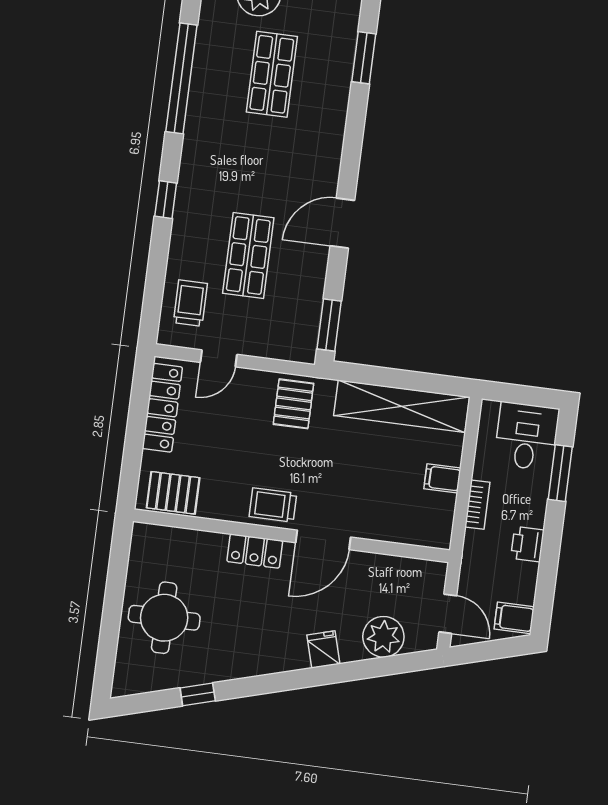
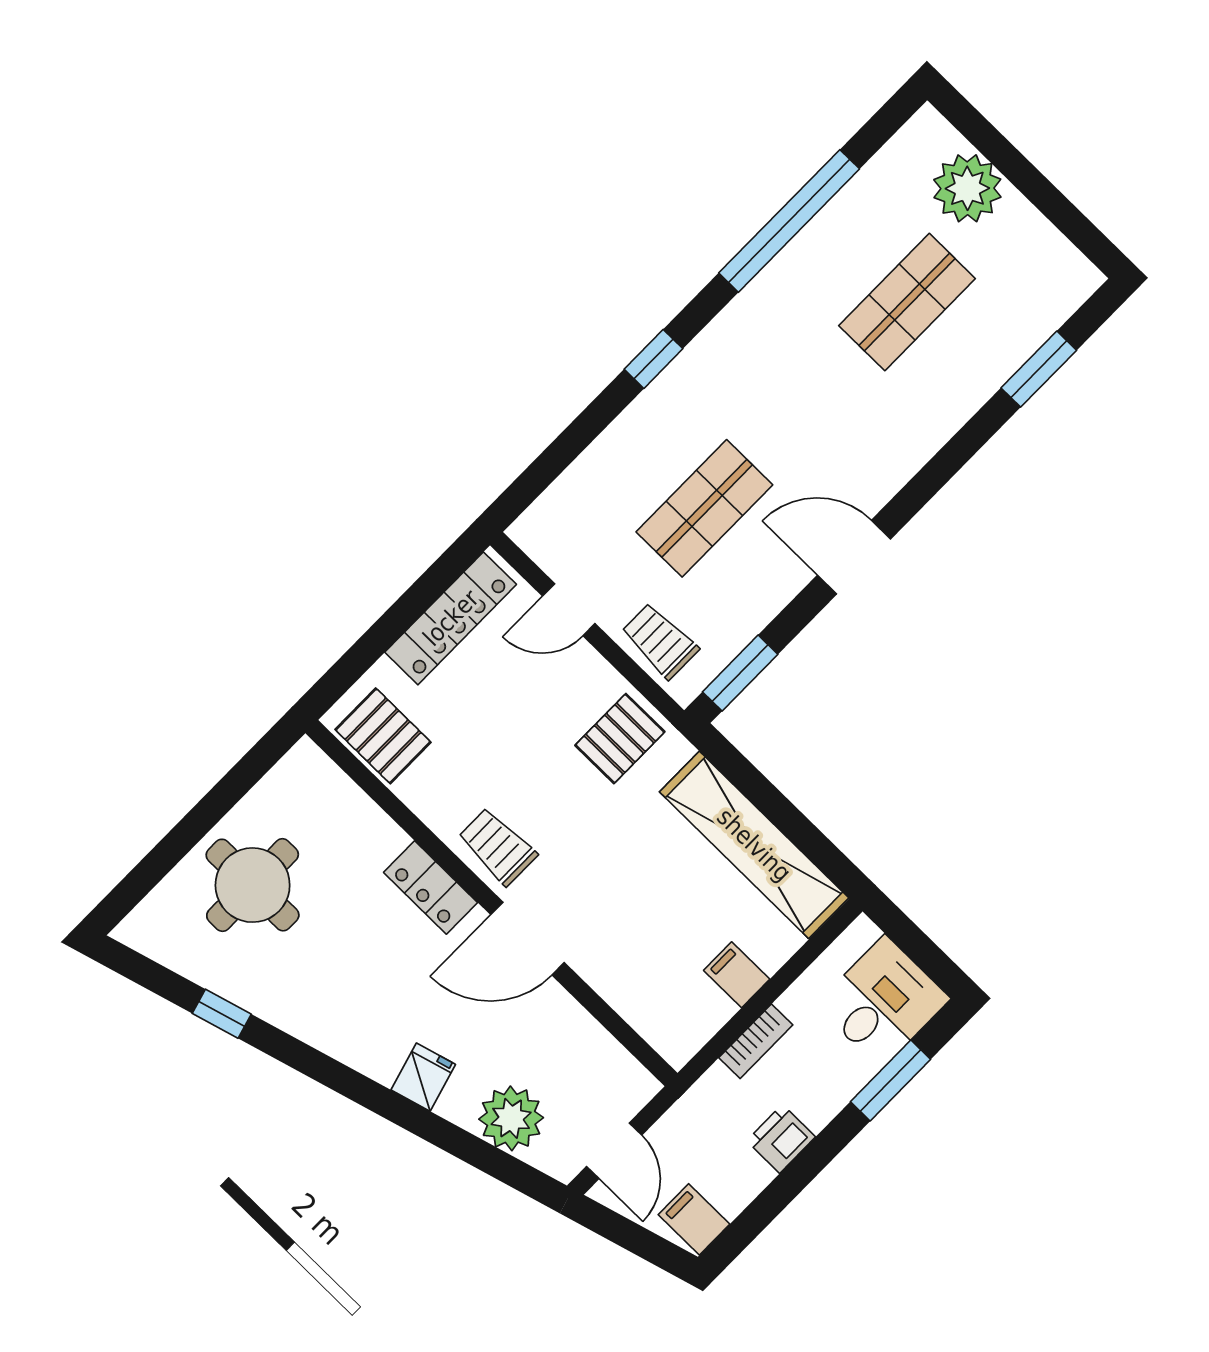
trolley: (190, 303) -> (660, 641), moved, turned -90

